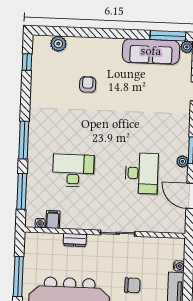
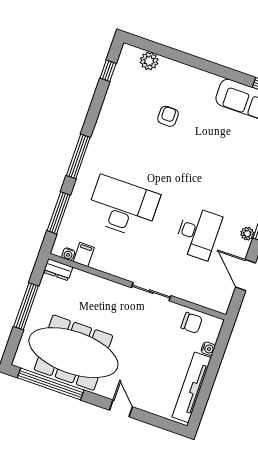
desk: (73, 170) -> (123, 207), width x1.36, depth x1.30
dresser: (75, 240) -> (58, 270), moved
chair: (132, 285) -> (192, 323), moved

